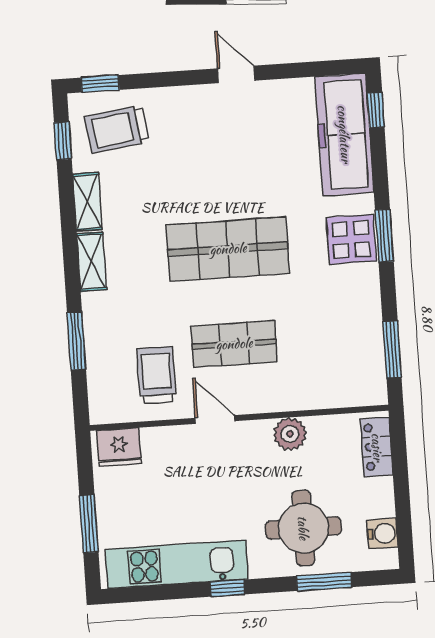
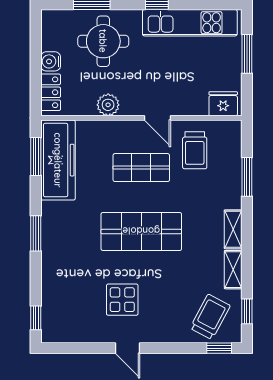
trolley: (117, 129) -> (210, 317), turned -54
freezer: (344, 134) -> (58, 160), moved
display table: (351, 239) -> (122, 300), moved
water cooler: (382, 533) -> (51, 61), moved

